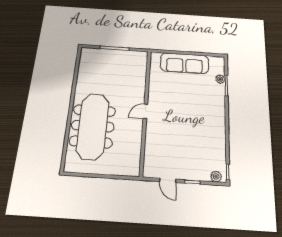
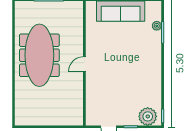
meeting table: (93, 126) -> (39, 55), moved
plant: (216, 177) -> (148, 116), width x1.88, depth x1.88

